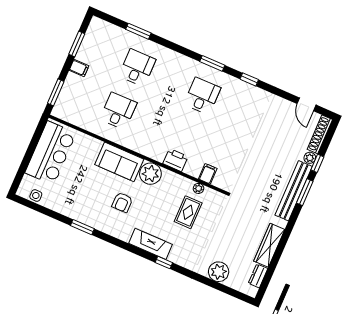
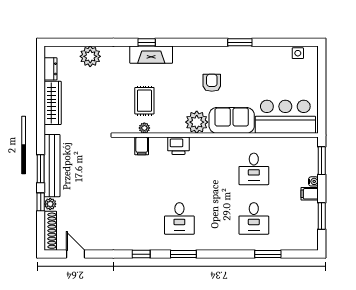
water cooler: (71, 77) -> (313, 181), added
bar counter: (51, 153) -> (285, 117), moved, turned 90
fireplace: (151, 244) -> (151, 55), moved

